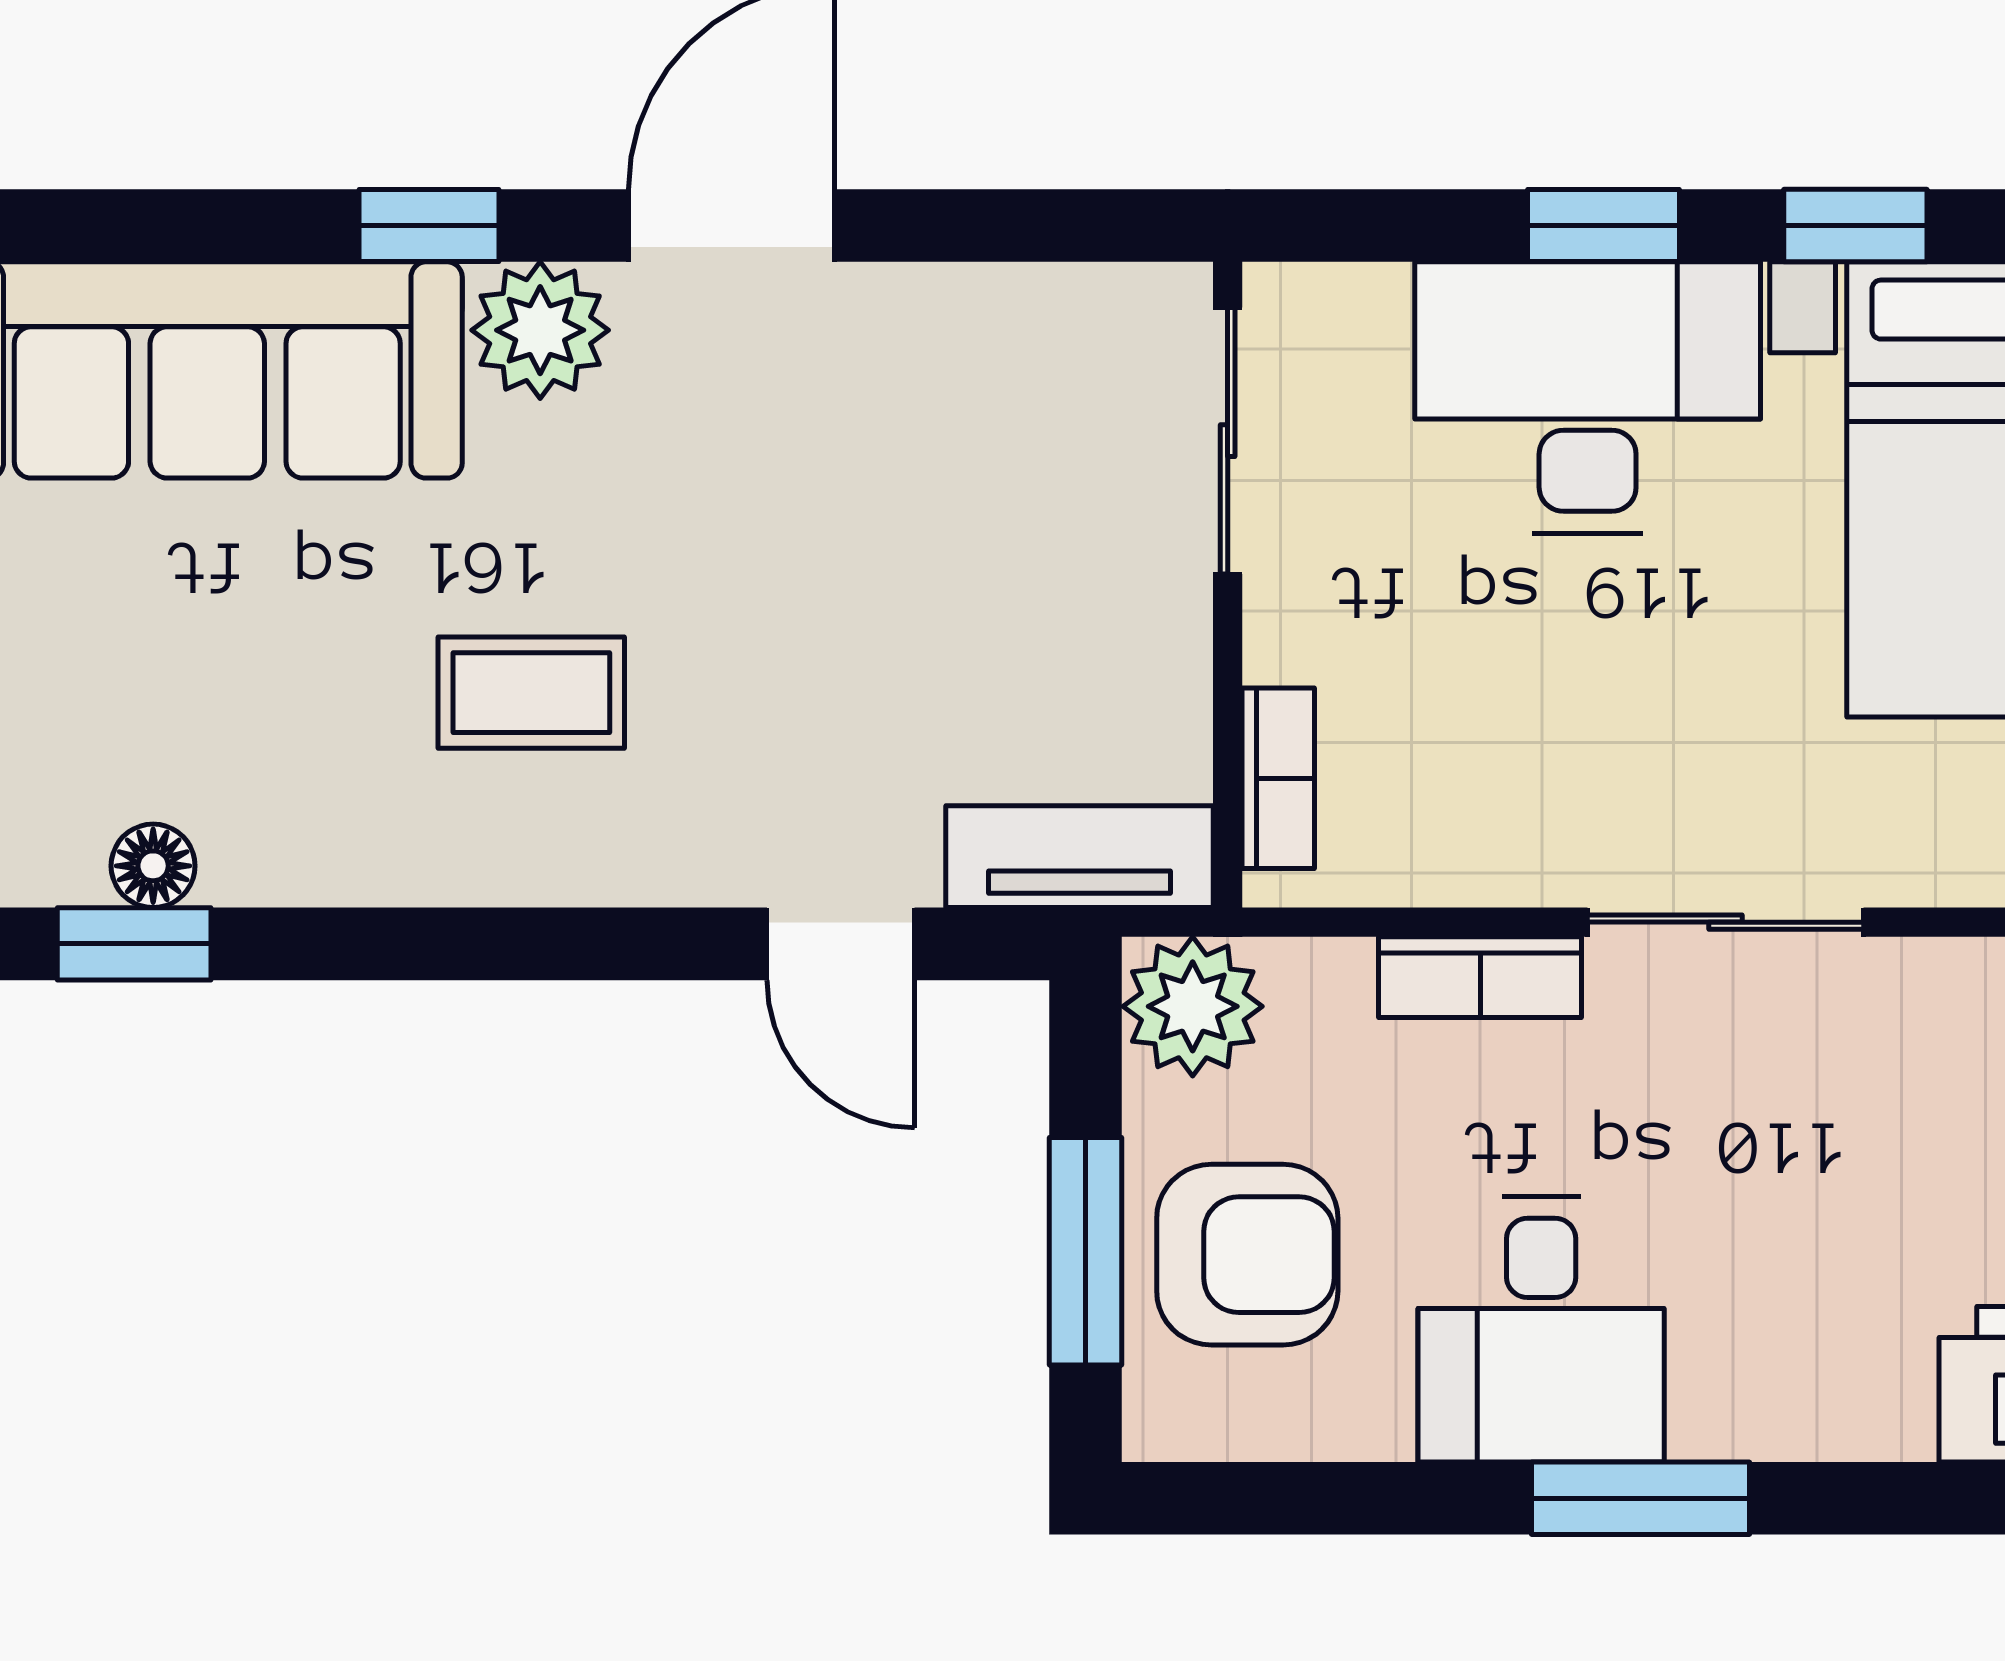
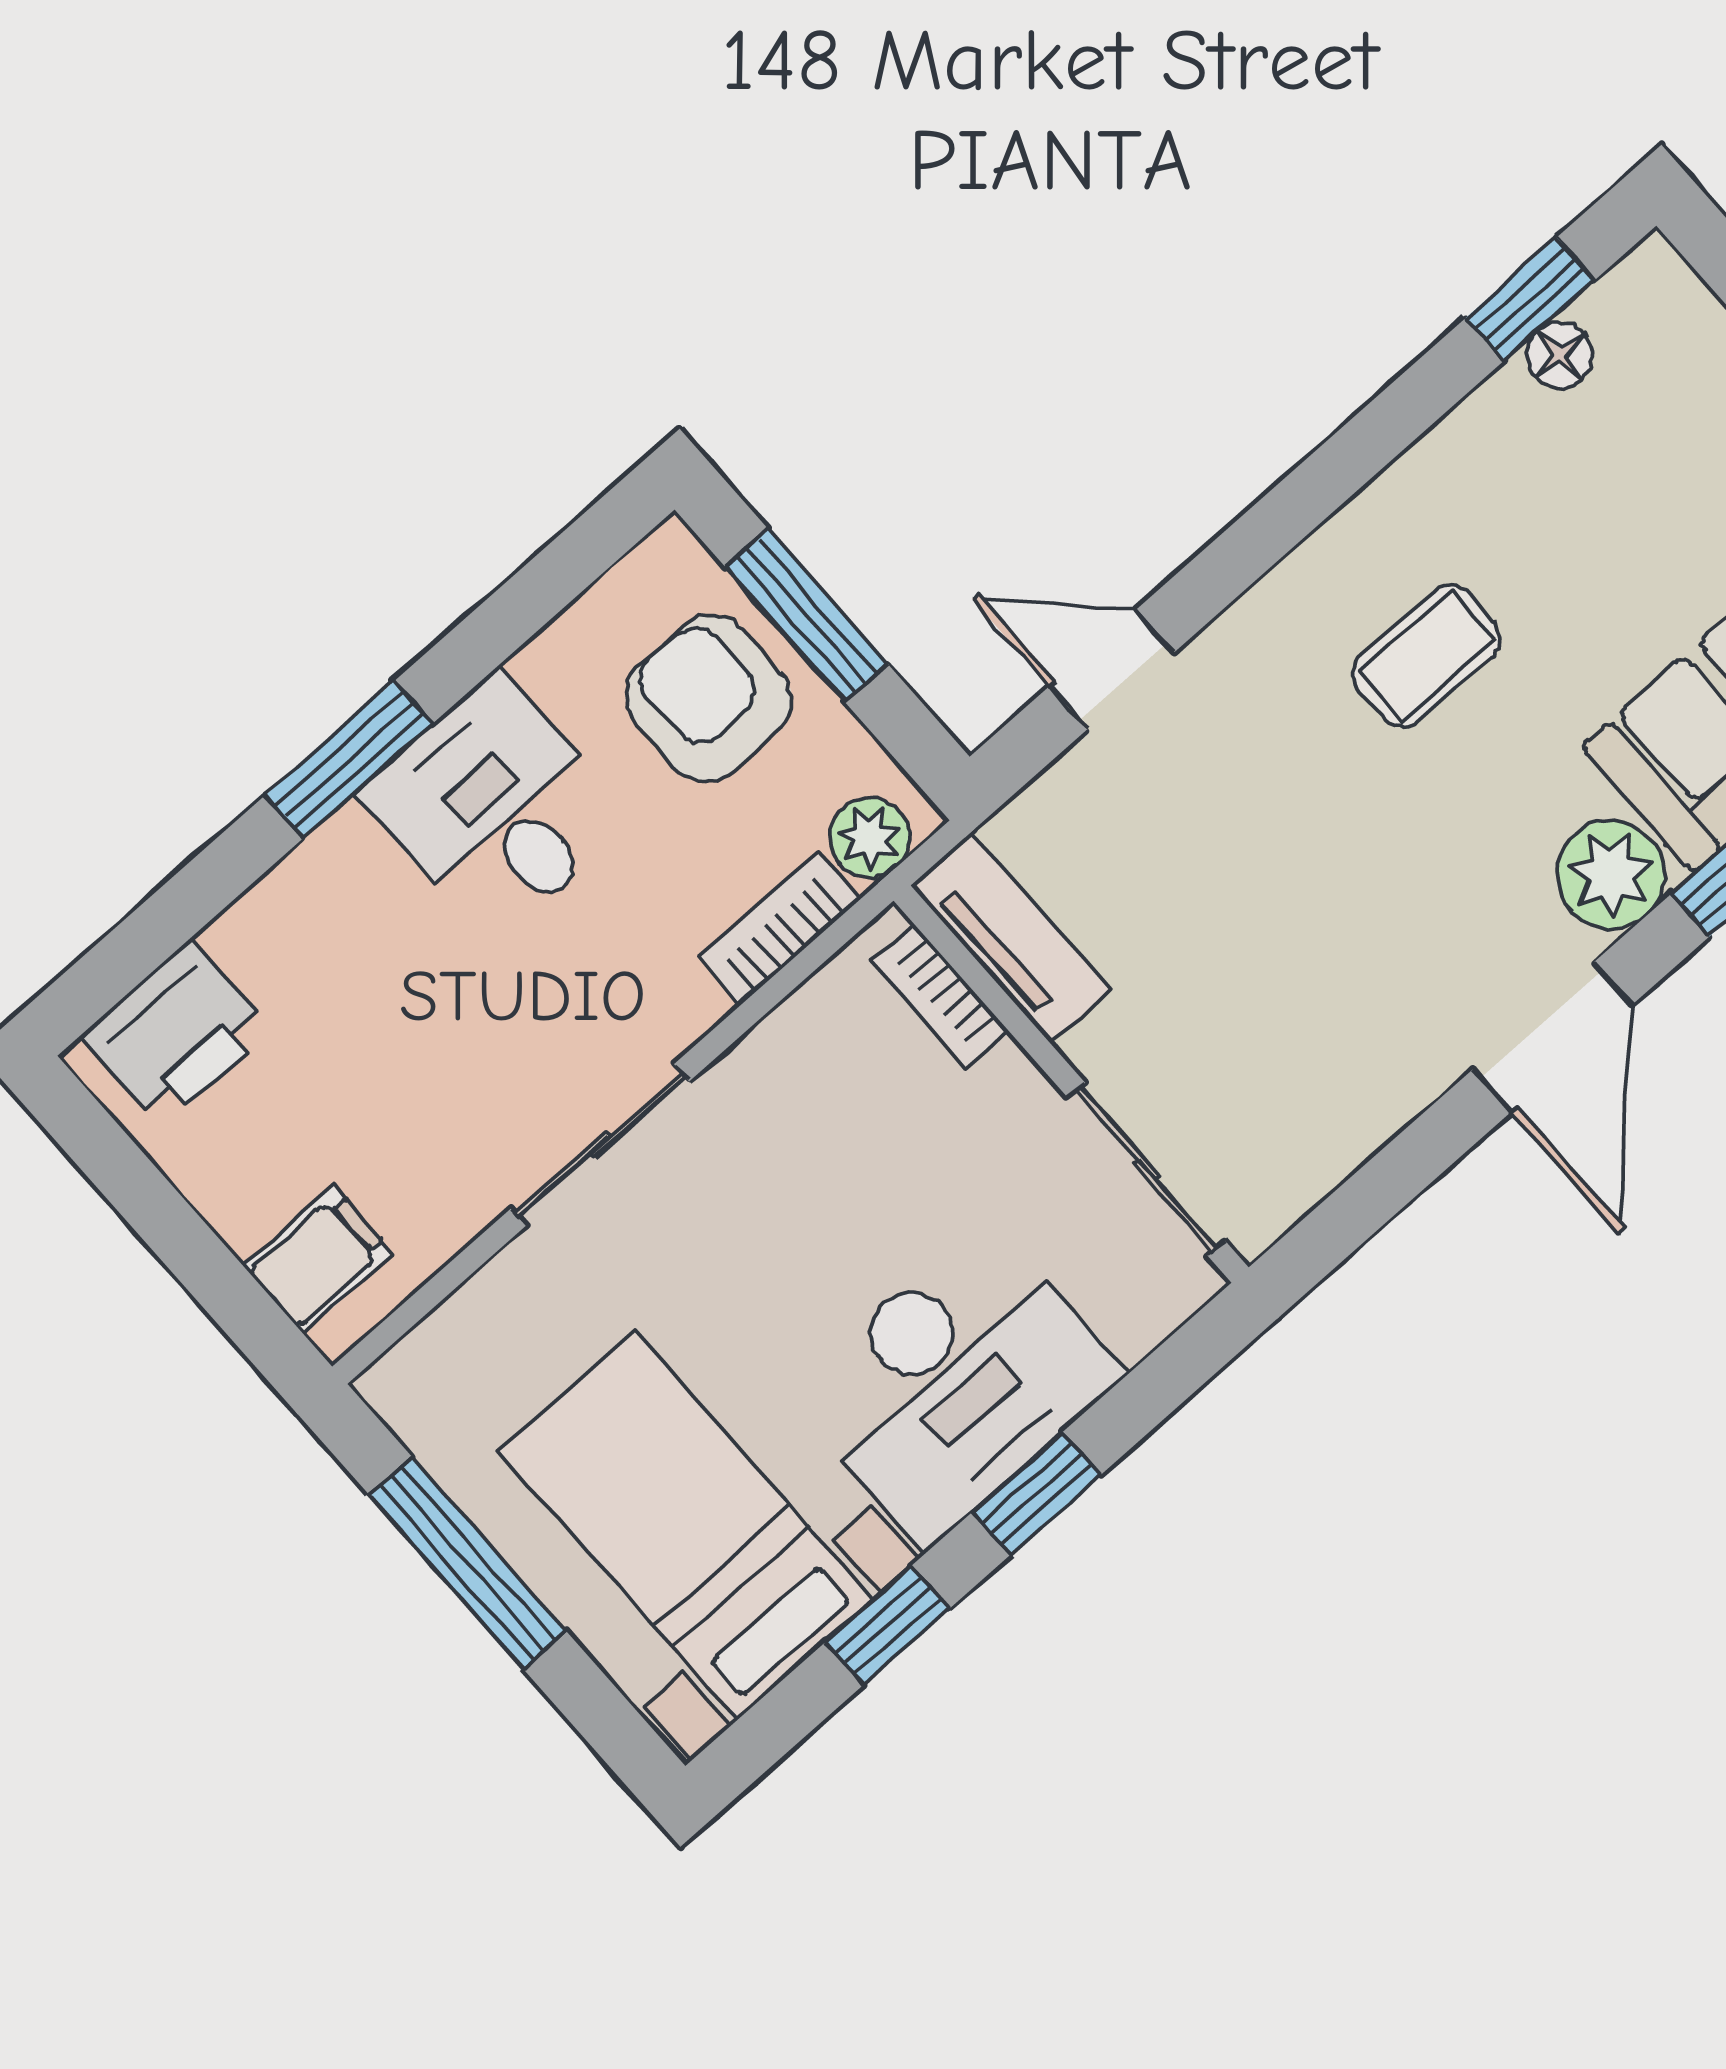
tv unit: (1080, 857) -> (1011, 938), moved, turned -90
bookcase: (1480, 977) -> (779, 928), moved
plant: (1193, 1006) -> (870, 838), width x0.73, depth x0.73
armchair: (1247, 1255) -> (709, 698), turned 90

